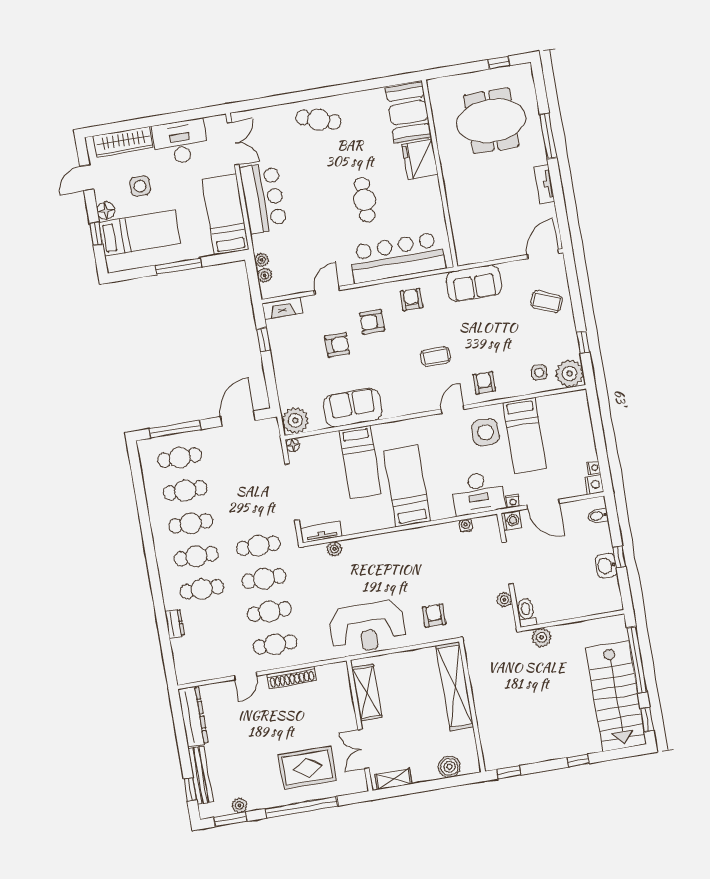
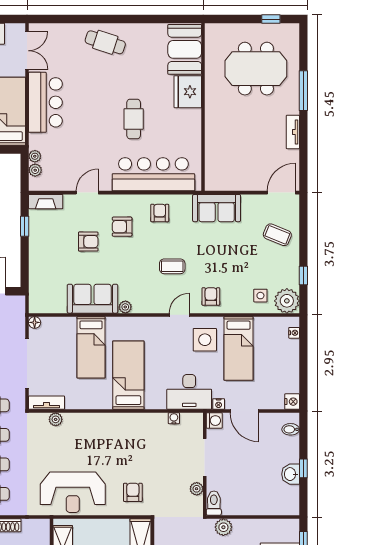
plant: (295, 420) -> (125, 307), moved, width x0.53, depth x0.53
nightstand: (594, 468) -> (294, 333), moved

